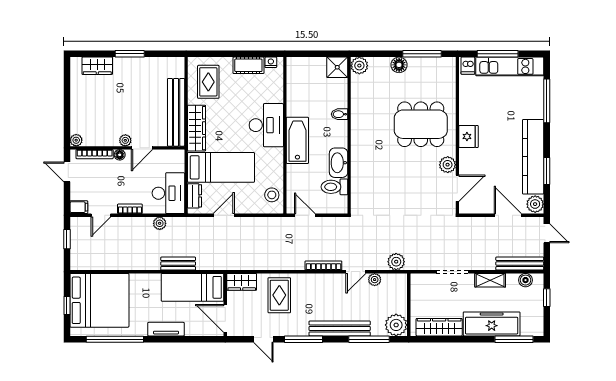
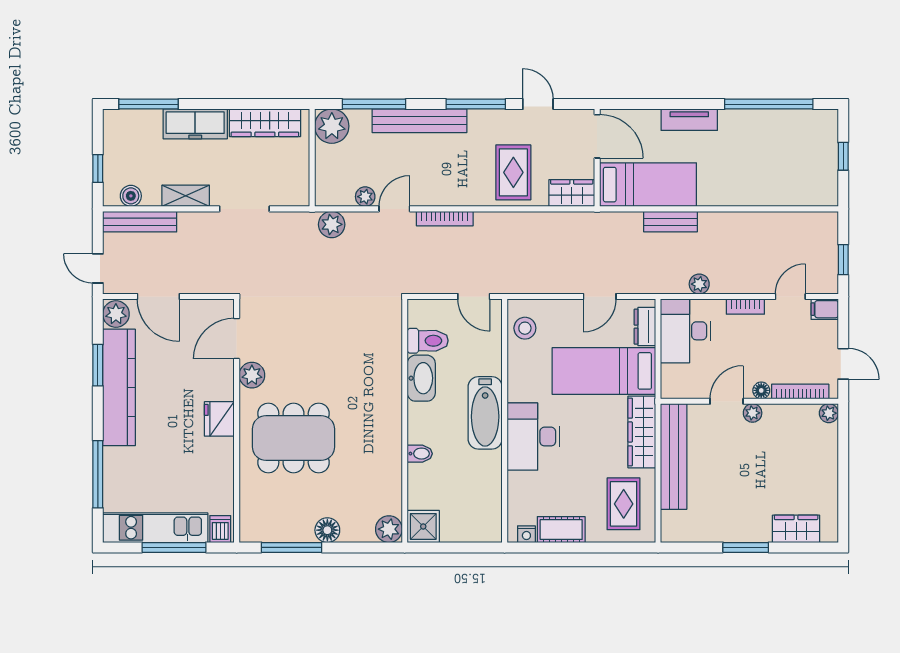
bed: (99, 300) -> (793, 164), removed
freezer: (492, 324) -> (195, 124), width x0.73, depth x0.79

